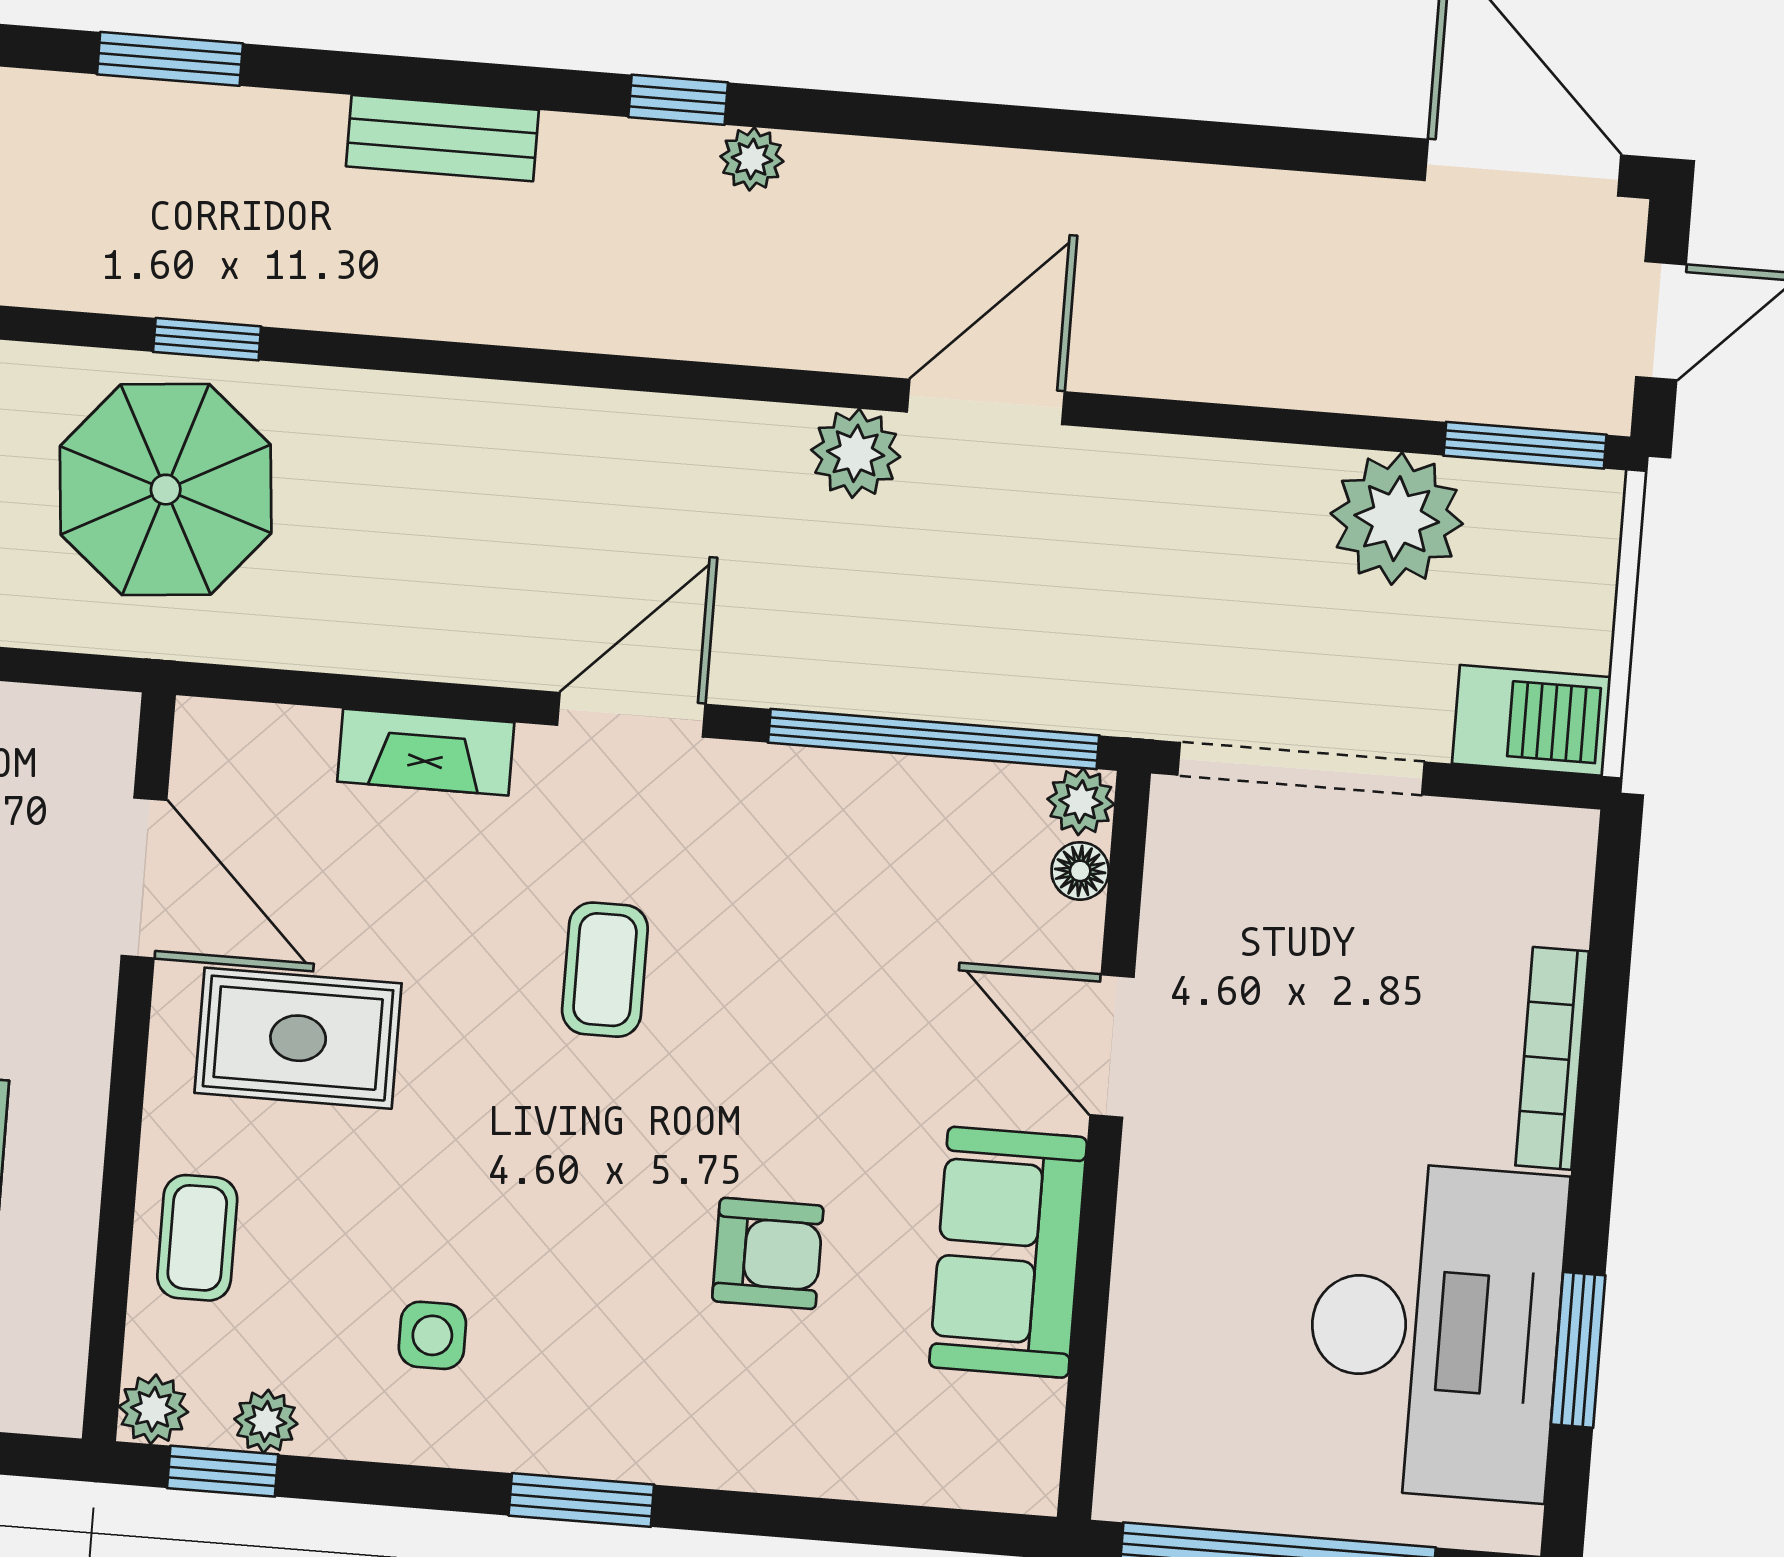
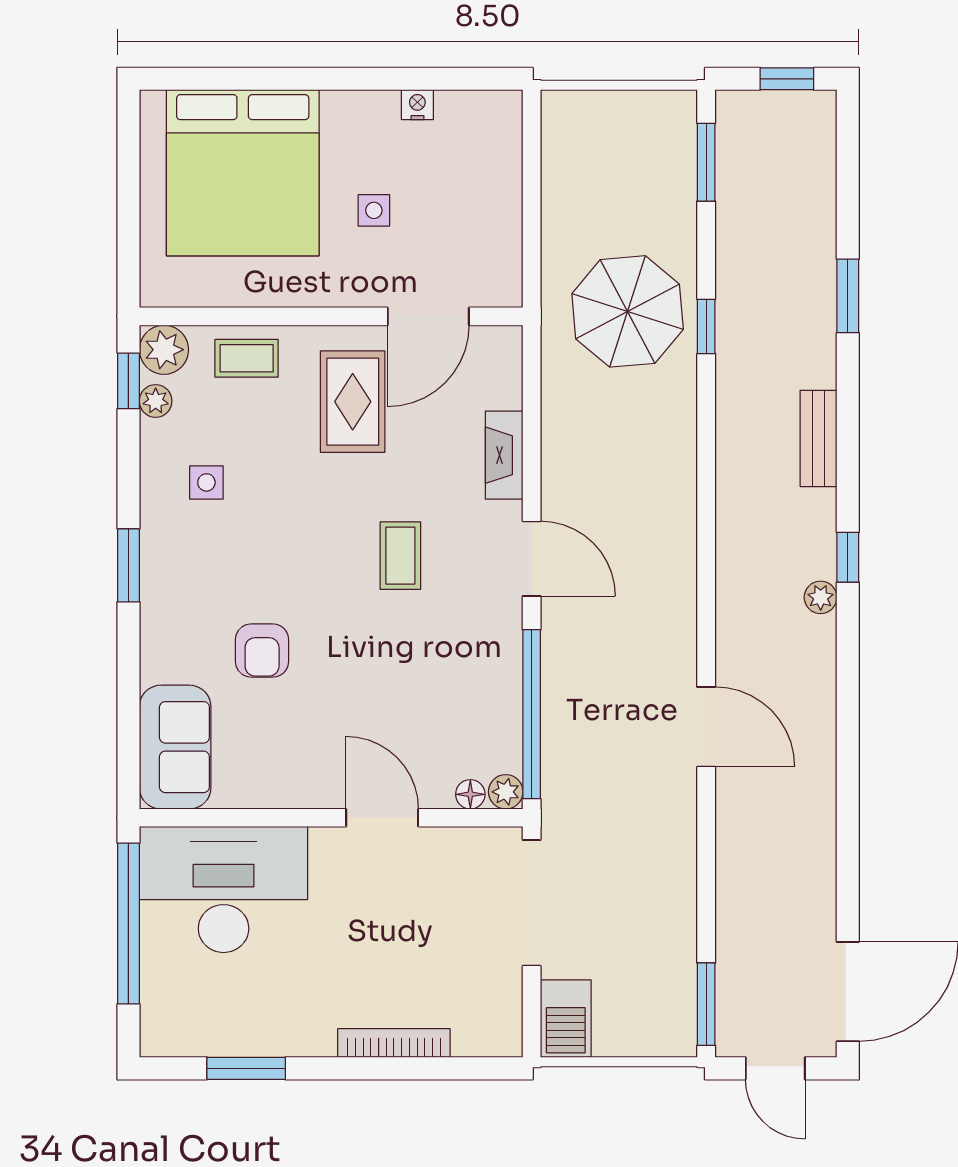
plant: (856, 453) -> (674, 662), removed
plant: (1397, 519) -> (663, 942), removed
coffee table: (605, 970) -> (400, 556), turned 90
door: (1112, 1046) -> (382, 818), hinge flipped
sofa: (1008, 1252) -> (175, 747), moved, turned 90
desk: (1435, 1331) -> (224, 889), moved, turned 180
plant: (153, 1409) -> (164, 350), width x1.38, depth x1.38

